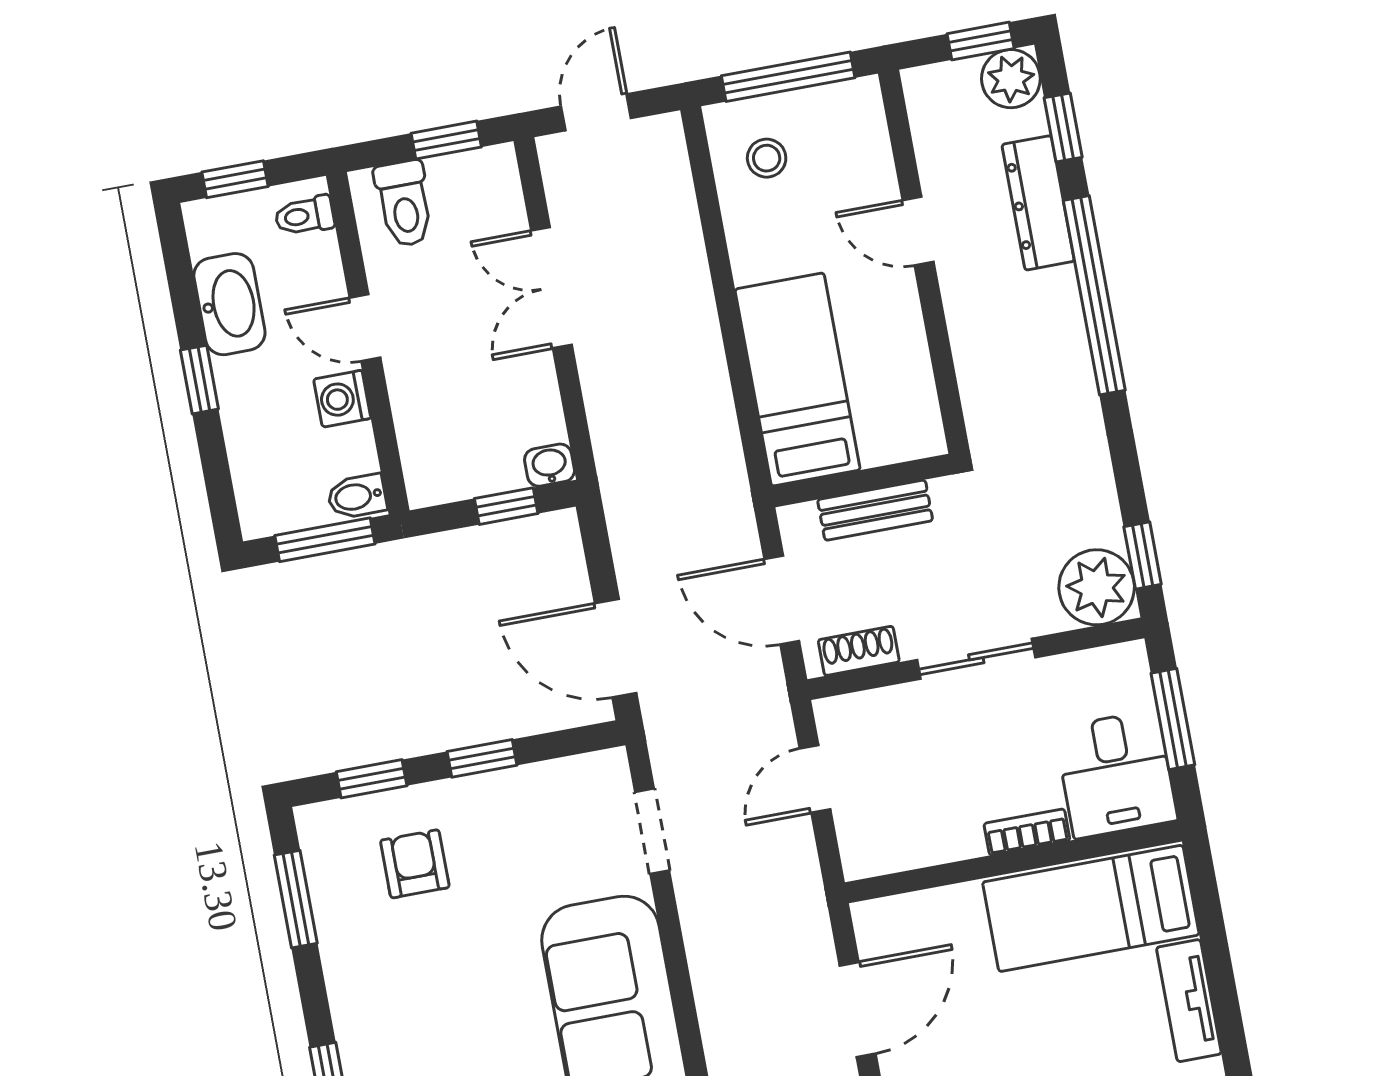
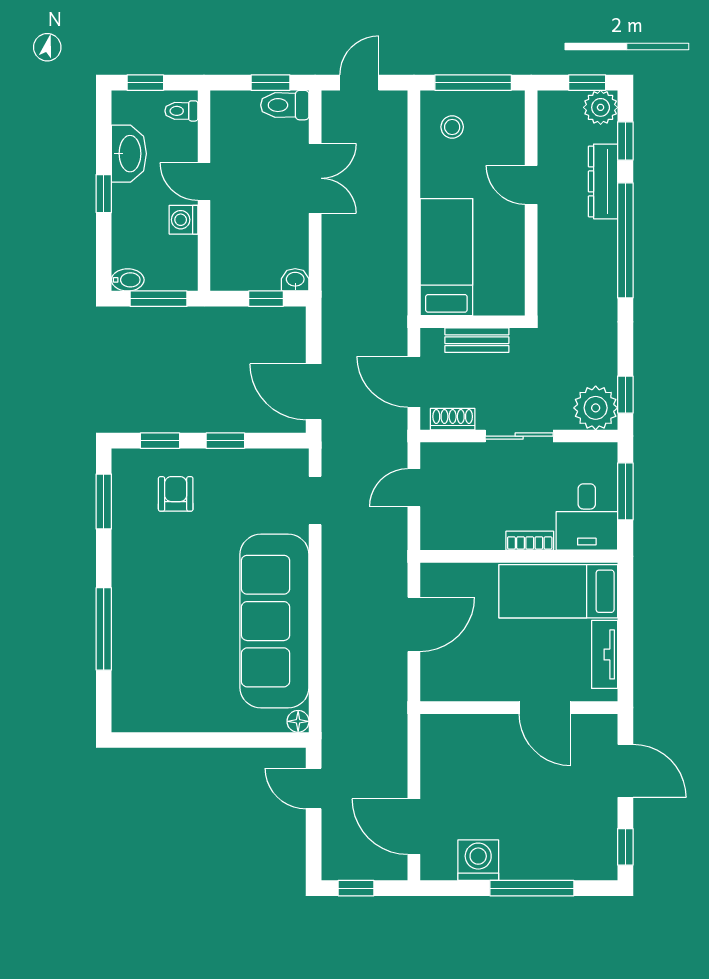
toilet: (404, 204) -> (285, 105), moved, turned 90
double door: (551, 288) -> (315, 178), swing flipped
bidet: (357, 496) -> (128, 280), moved, turned 180

